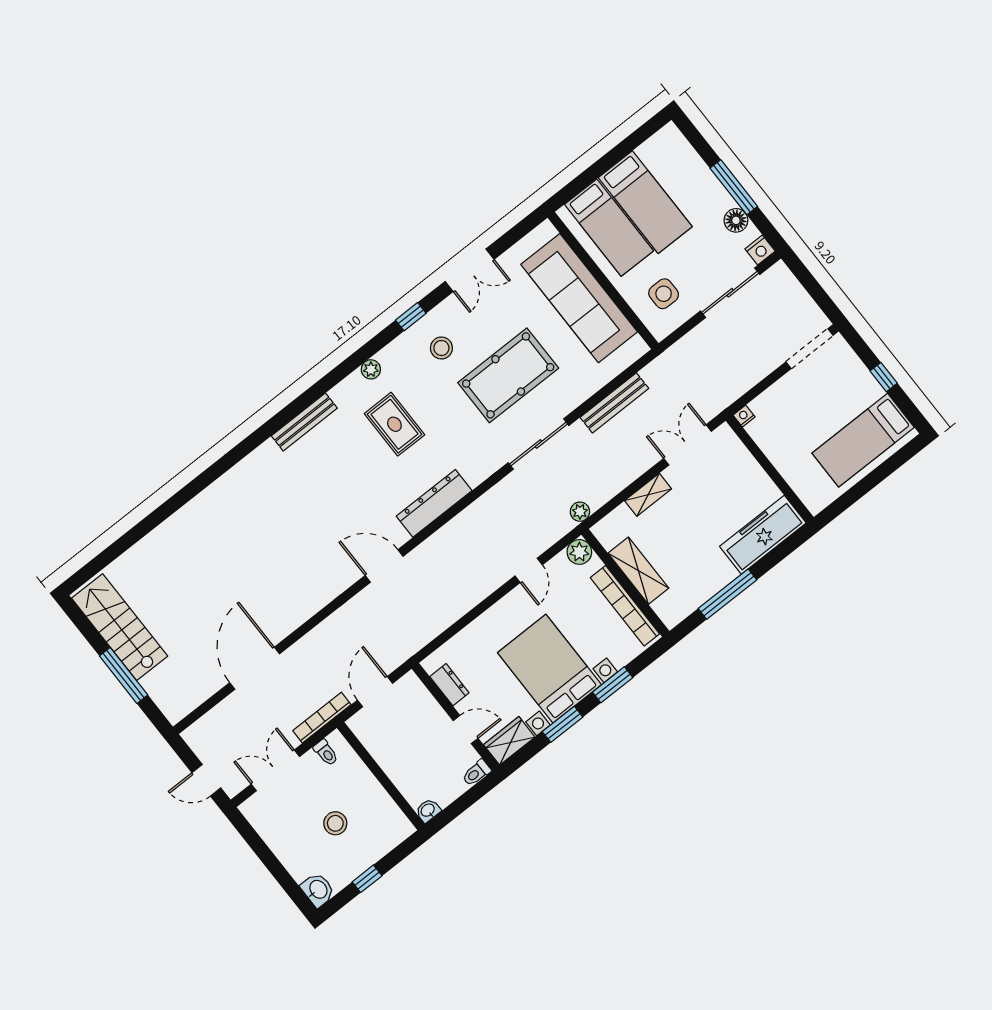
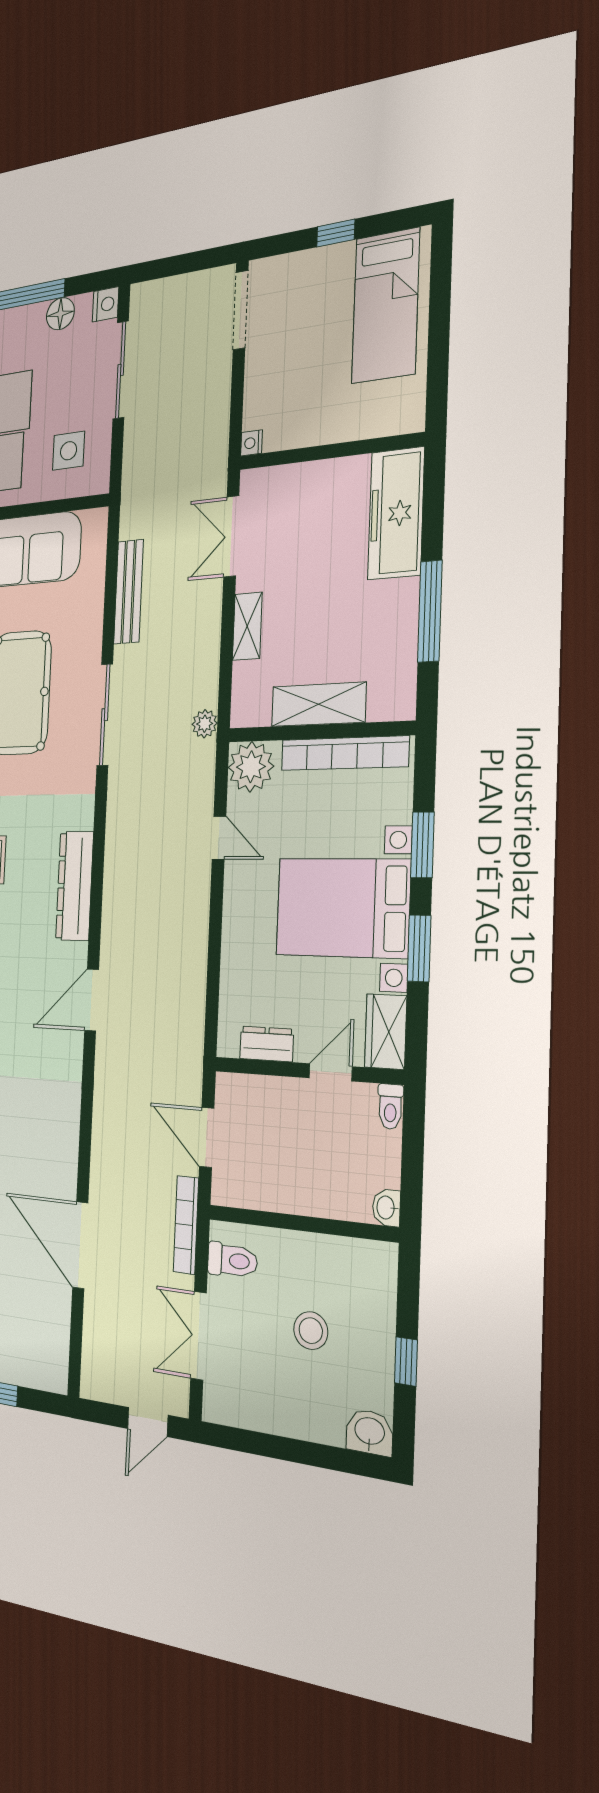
plant: (579, 552) -> (251, 767), width x1.36, depth x1.36
toilet: (326, 753) -> (232, 1260), width x1.37, depth x1.39

